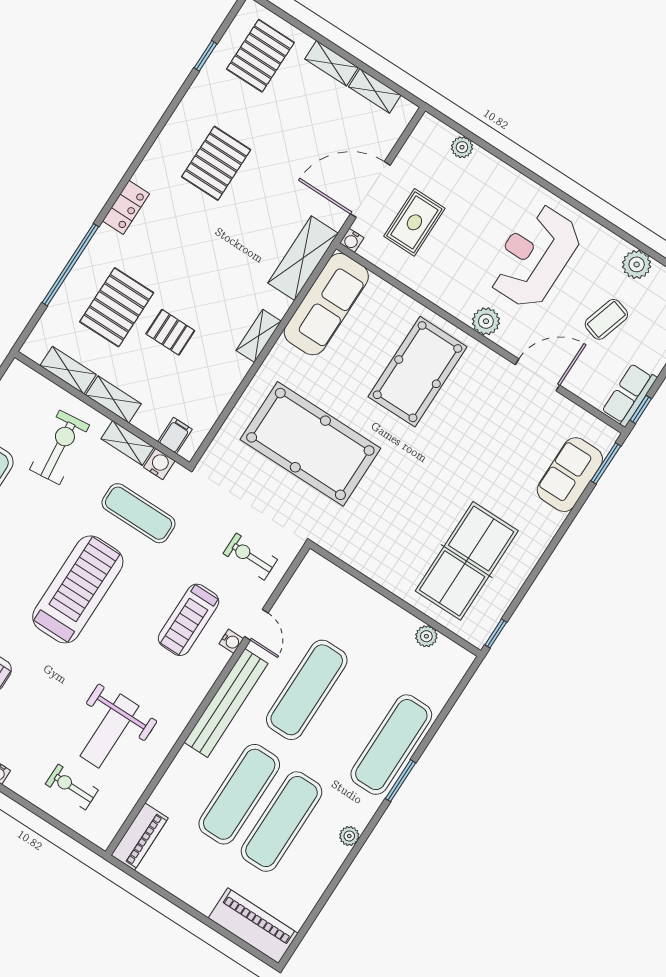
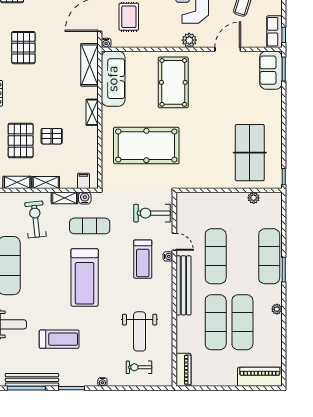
sofa: (570, 475) -> (271, 70), moved
exercise bike: (250, 557) -> (152, 213), width x1.38, depth x1.39
treadmill: (78, 589) -> (85, 277), turned 180

